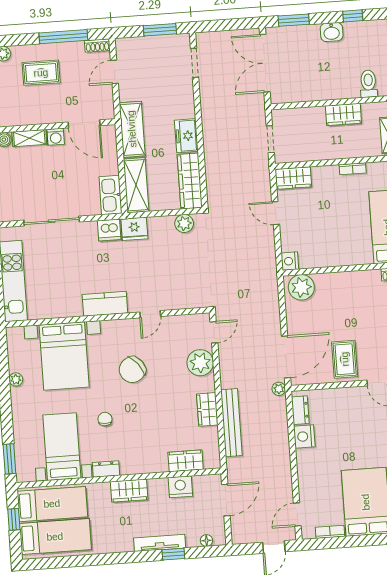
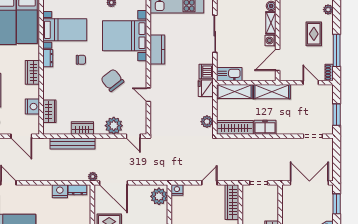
wardrobe: (293, 178) -> (232, 202), width x1.50
kitchen counter: (105, 304) -> (157, 50), moved

